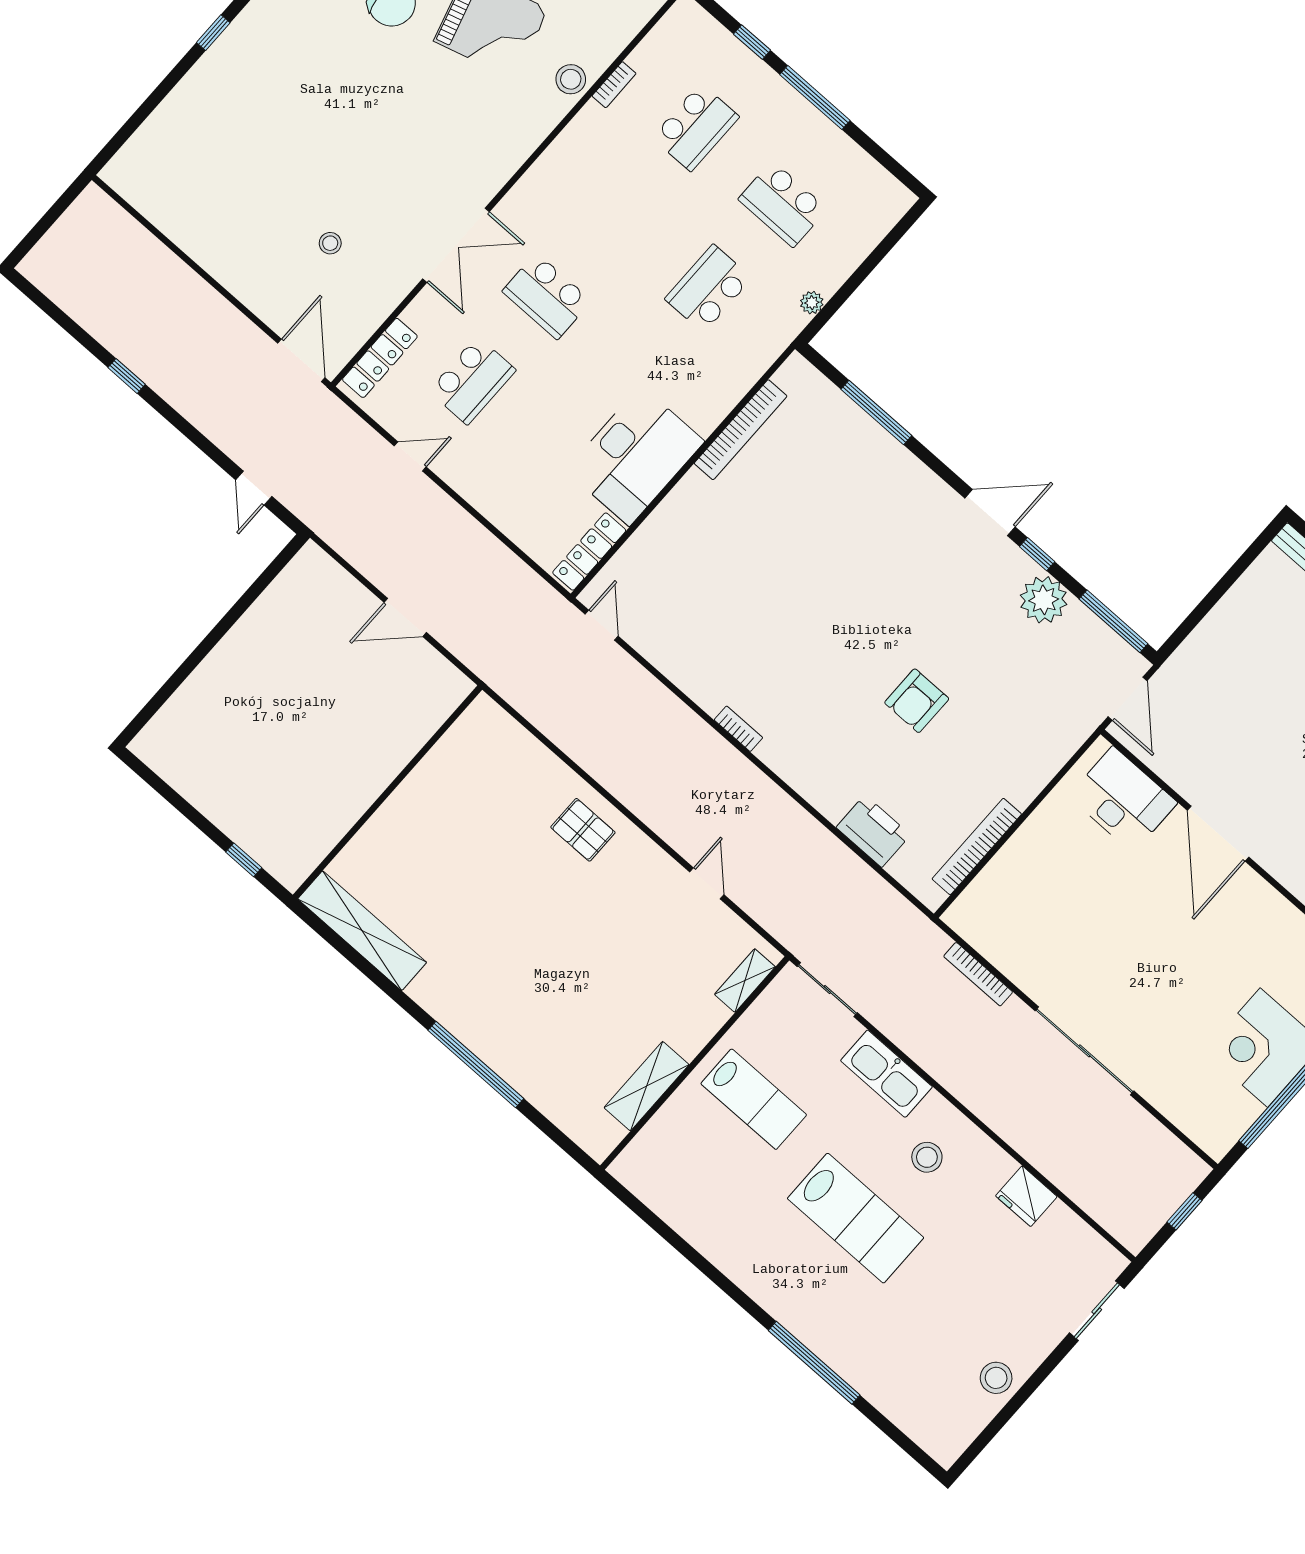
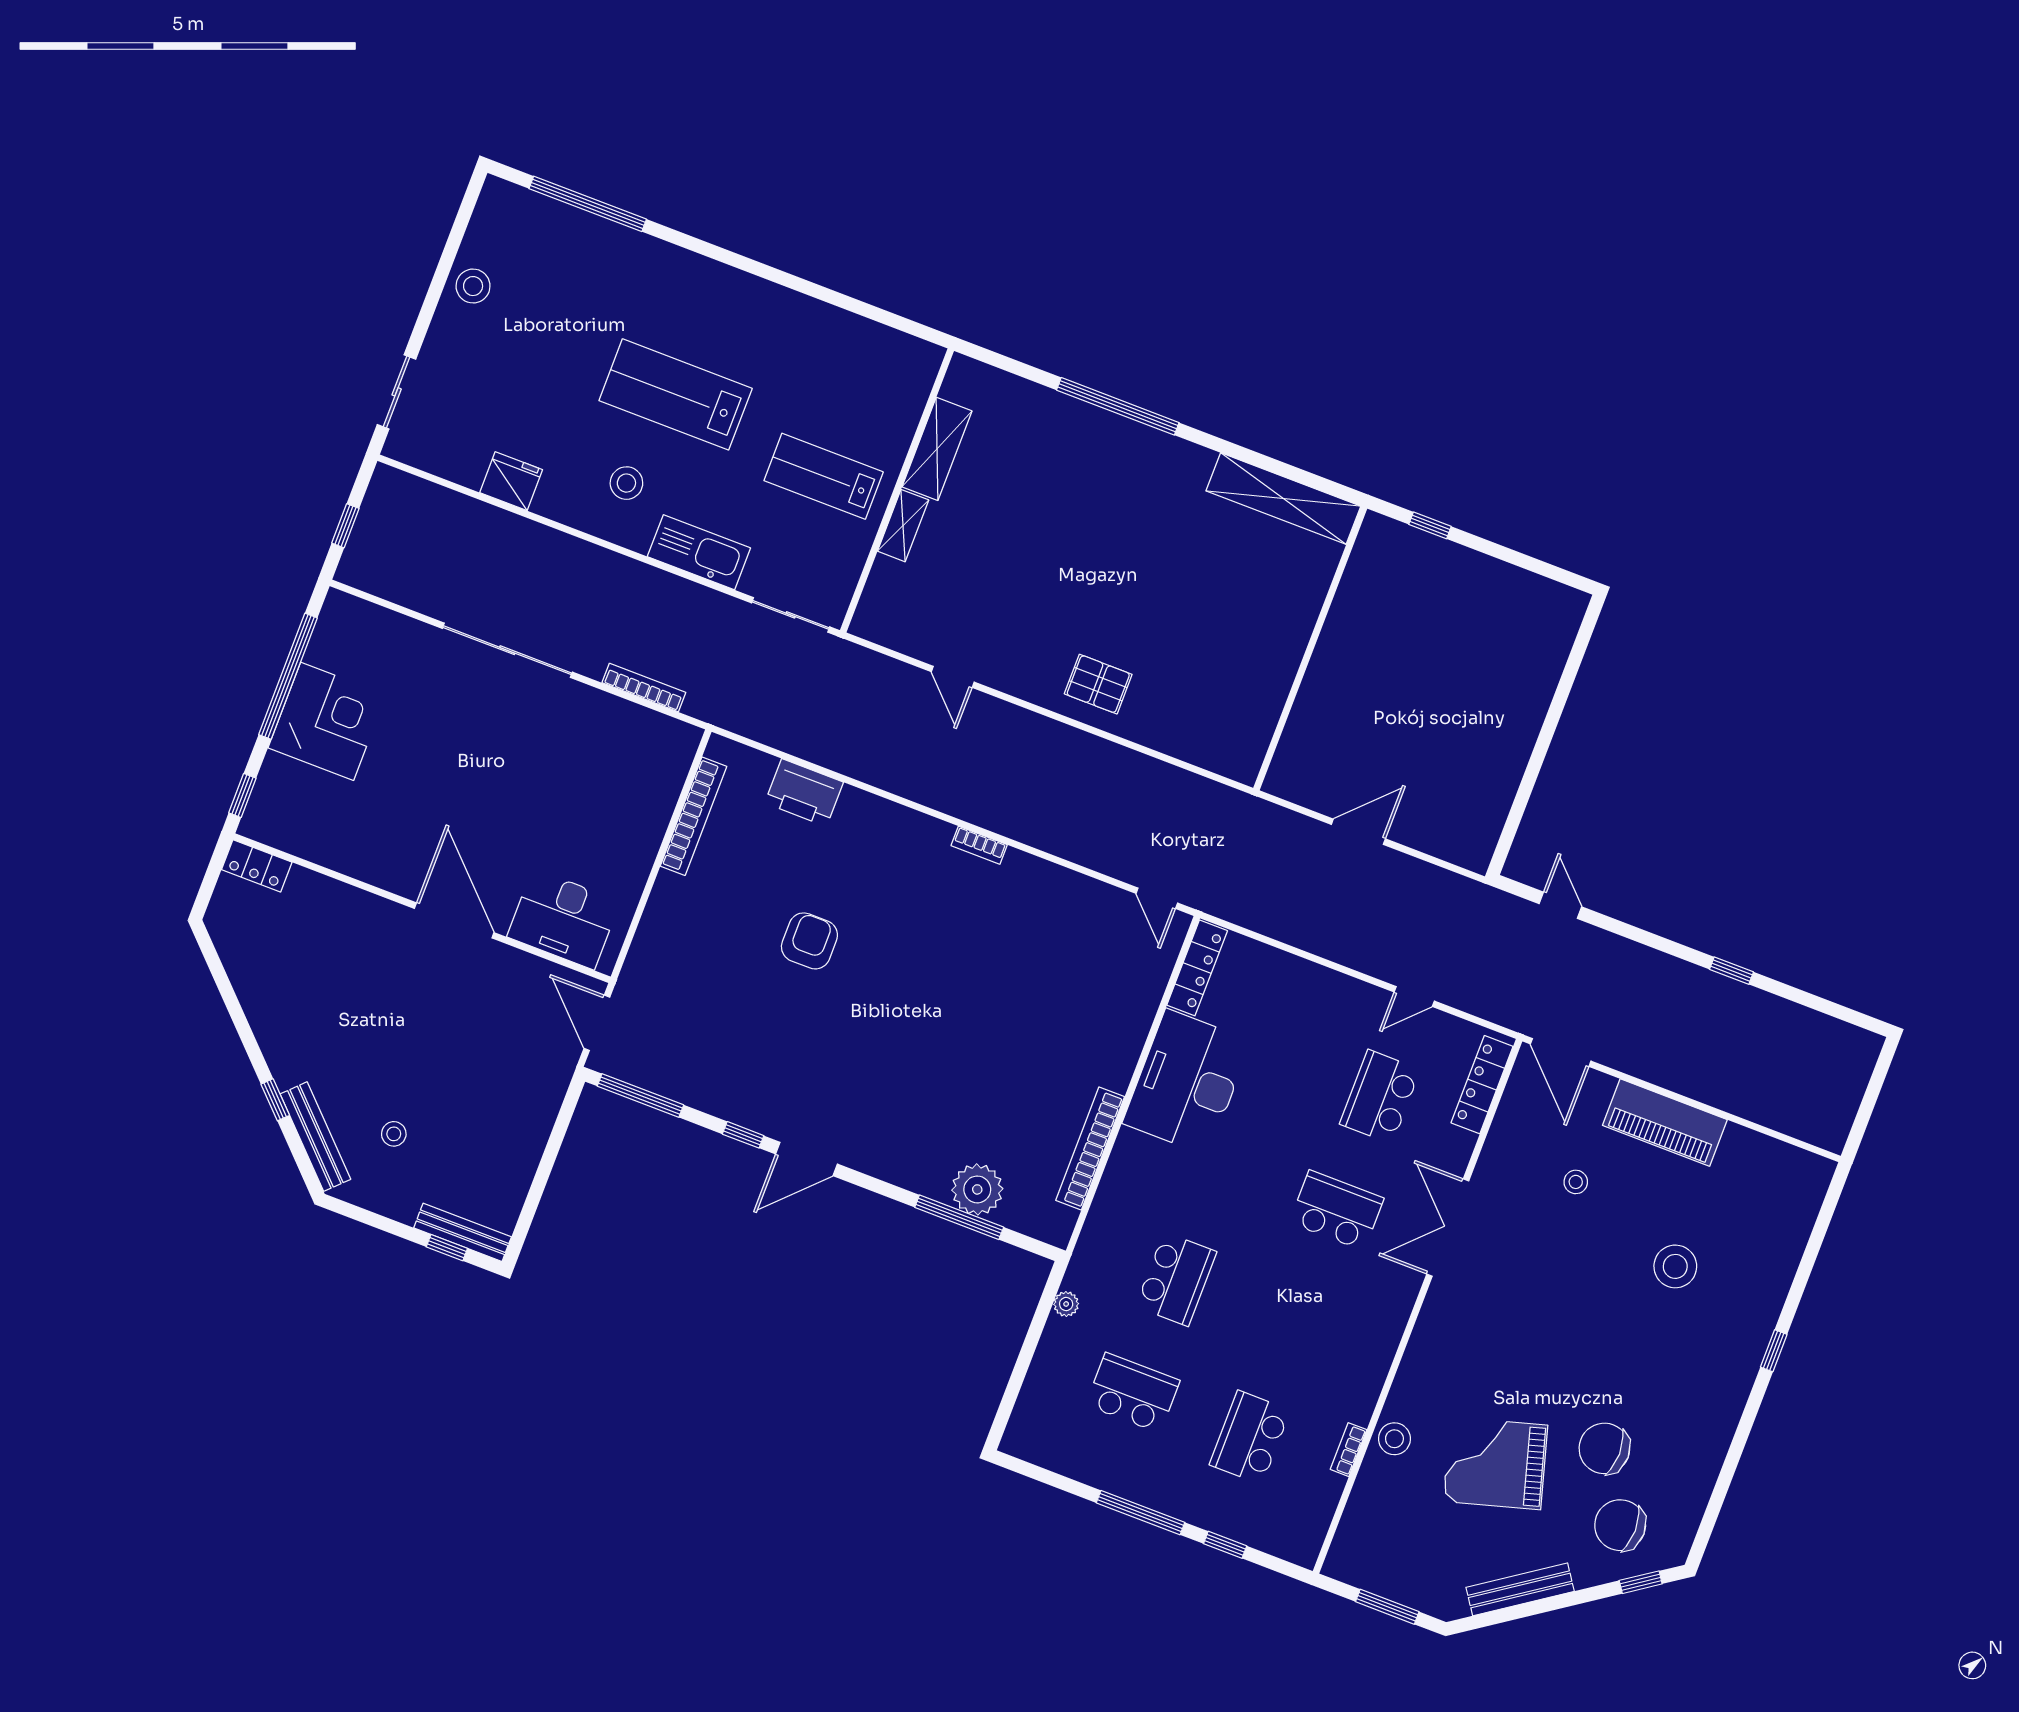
stool: (271, 138) -> (1675, 1266), added
piano: (234, 266) -> (1665, 1123), added
plant: (1044, 600) -> (977, 1189), moved
shelving: (745, 981) -> (903, 526), moved
window: (814, 1363) -> (588, 204), moved

